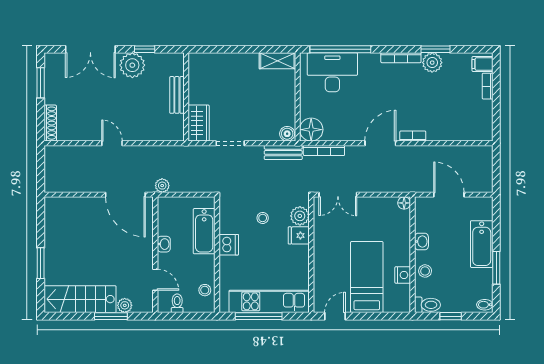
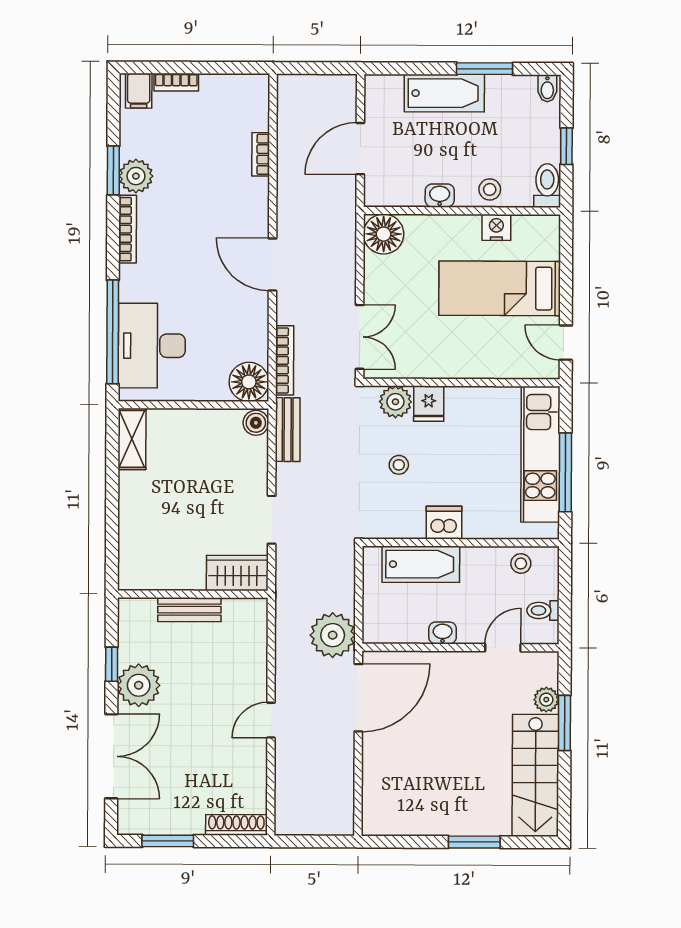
bookcase: (413, 136) -> (261, 154), moved
plant: (162, 186) -> (333, 635), width x1.88, depth x1.88
floor lamp: (404, 203) -> (384, 234), width x1.89, depth x1.89

